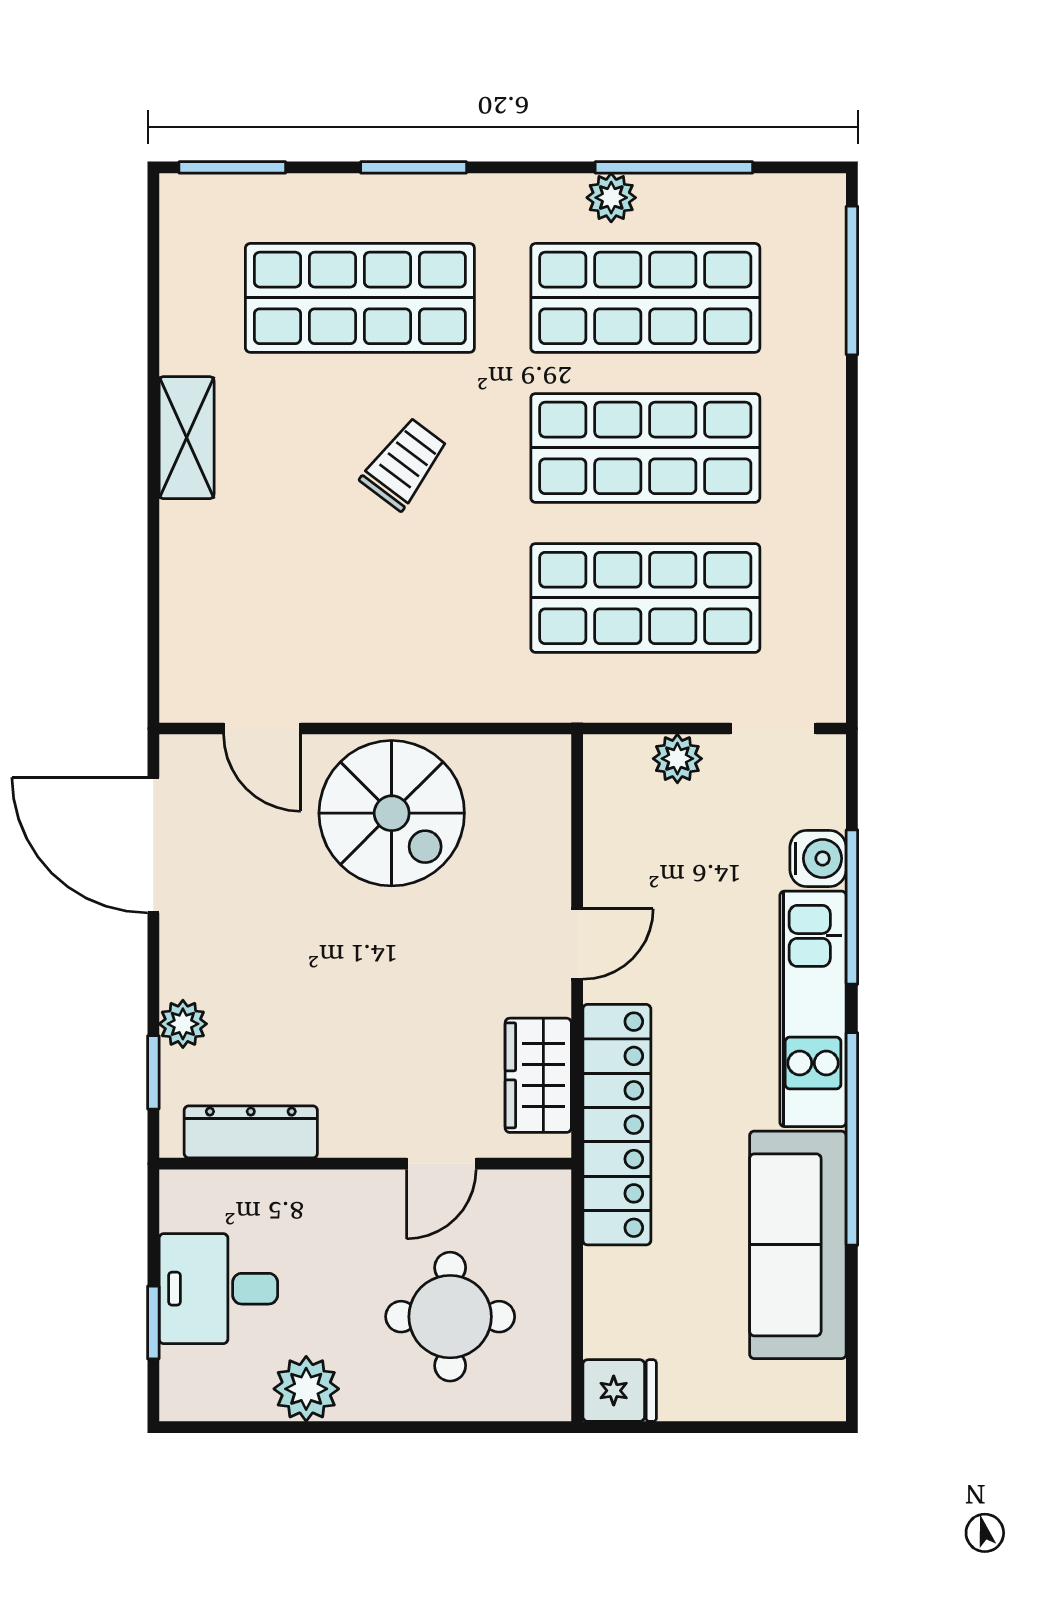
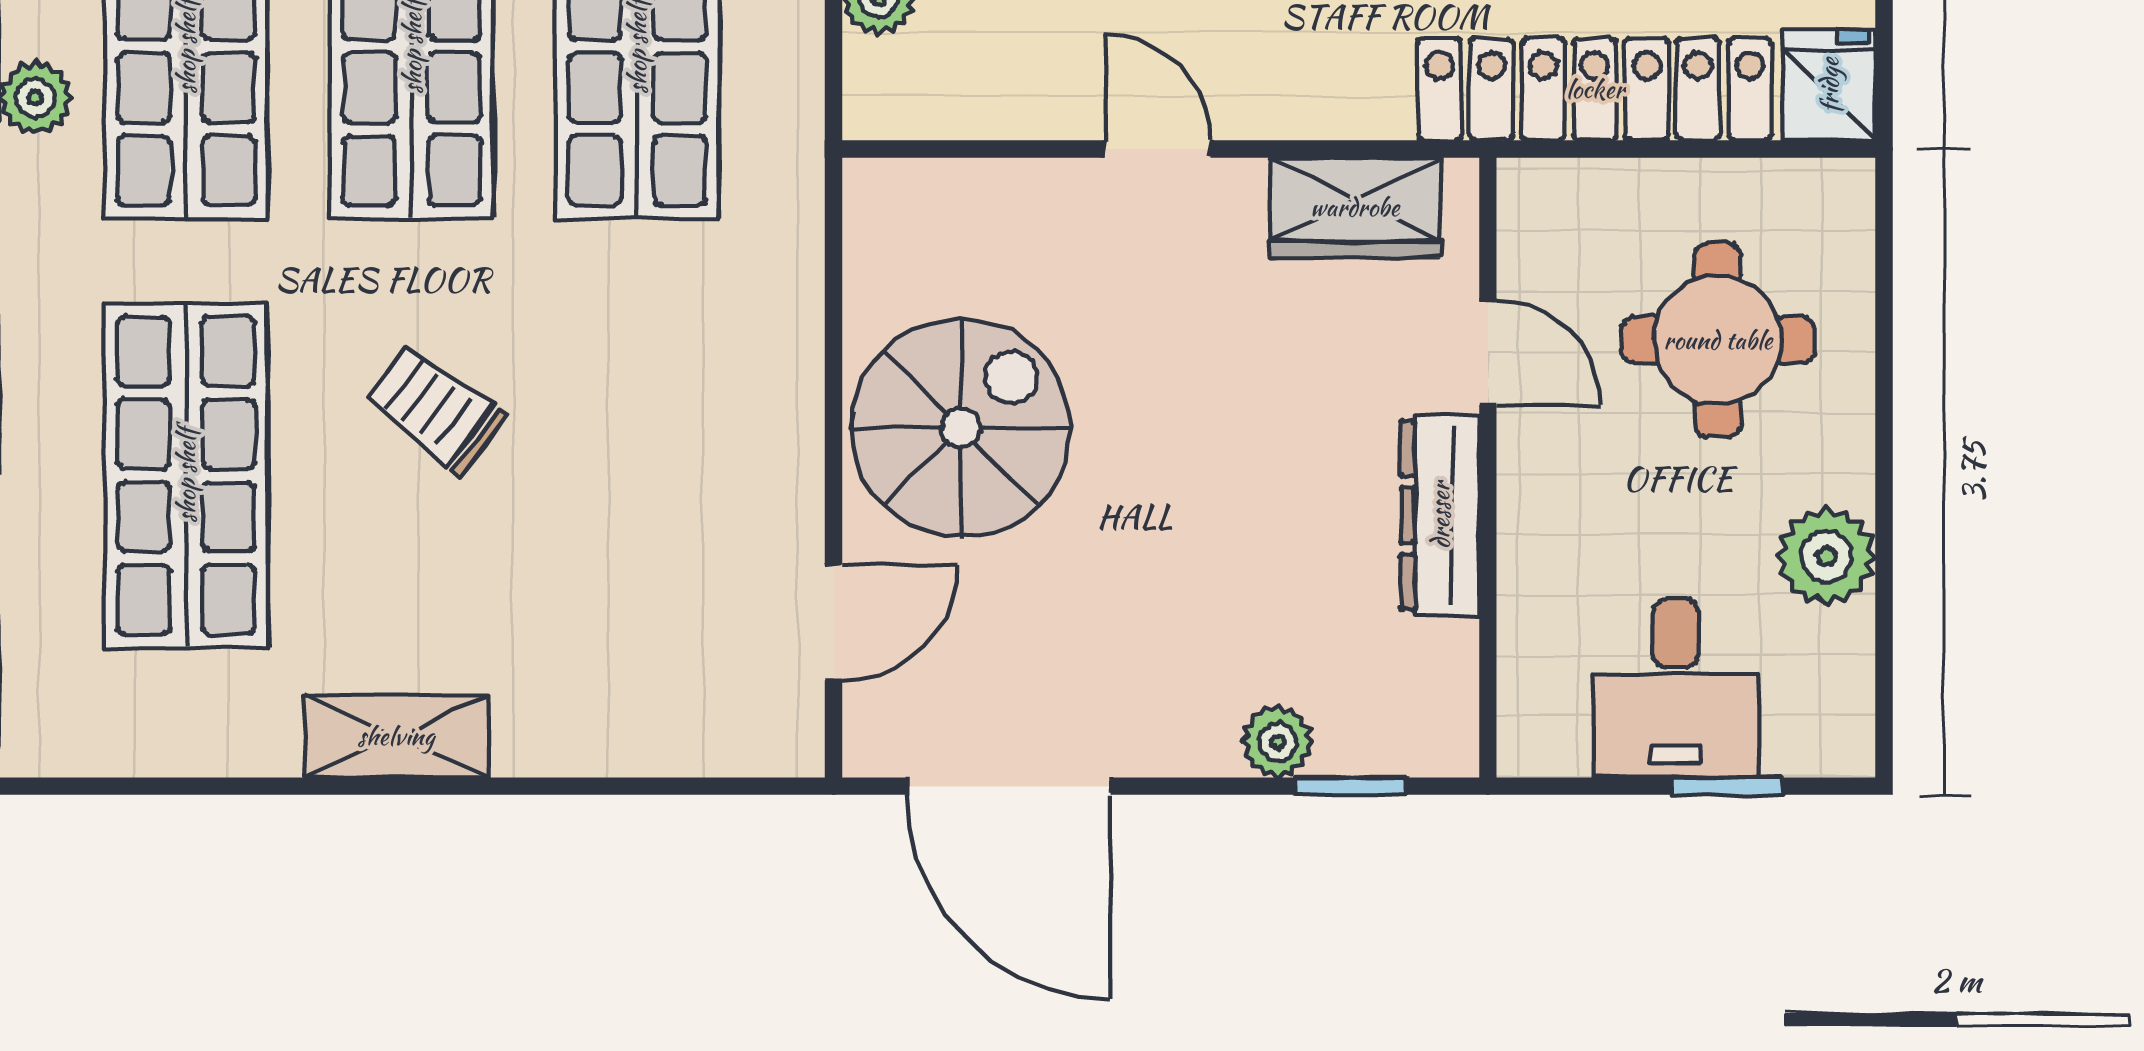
door: (153, 845) -> (1009, 786), hinge flipped
locker: (617, 1125) -> (1595, 89), moved
dresser: (251, 1132) -> (1440, 515), moved

